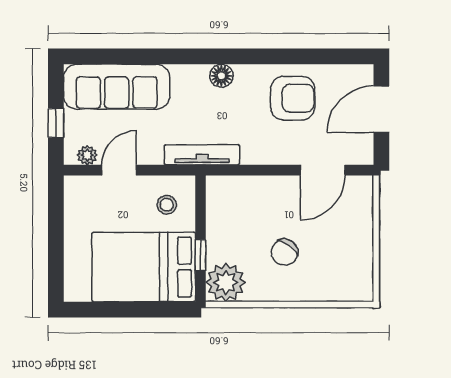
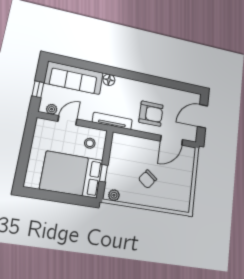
floor lamp: (221, 76) -> (109, 80), moved
armchair: (293, 98) -> (151, 114), moved
plant: (226, 282) -> (114, 195), width x0.53, depth x0.53

